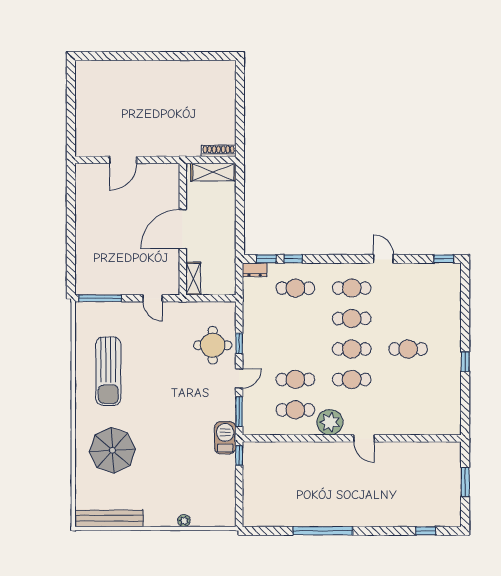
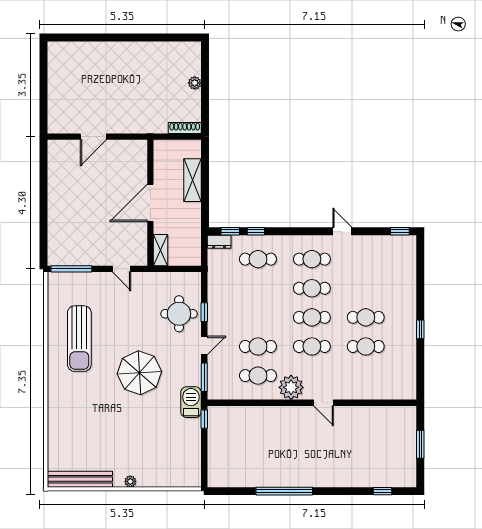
plant: (229, 104) -> (195, 83), added
shelving: (213, 172) -> (193, 180), moved, turned 90
cafe table: (408, 379) -> (366, 346), added
parasol: (112, 450) -> (139, 373), moved
plant: (184, 521) -> (130, 481), moved

